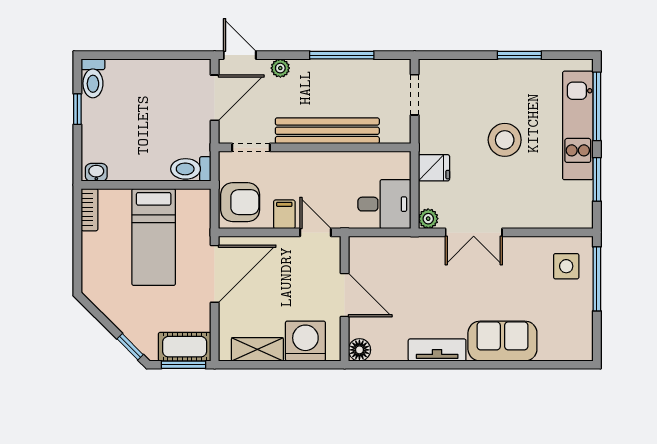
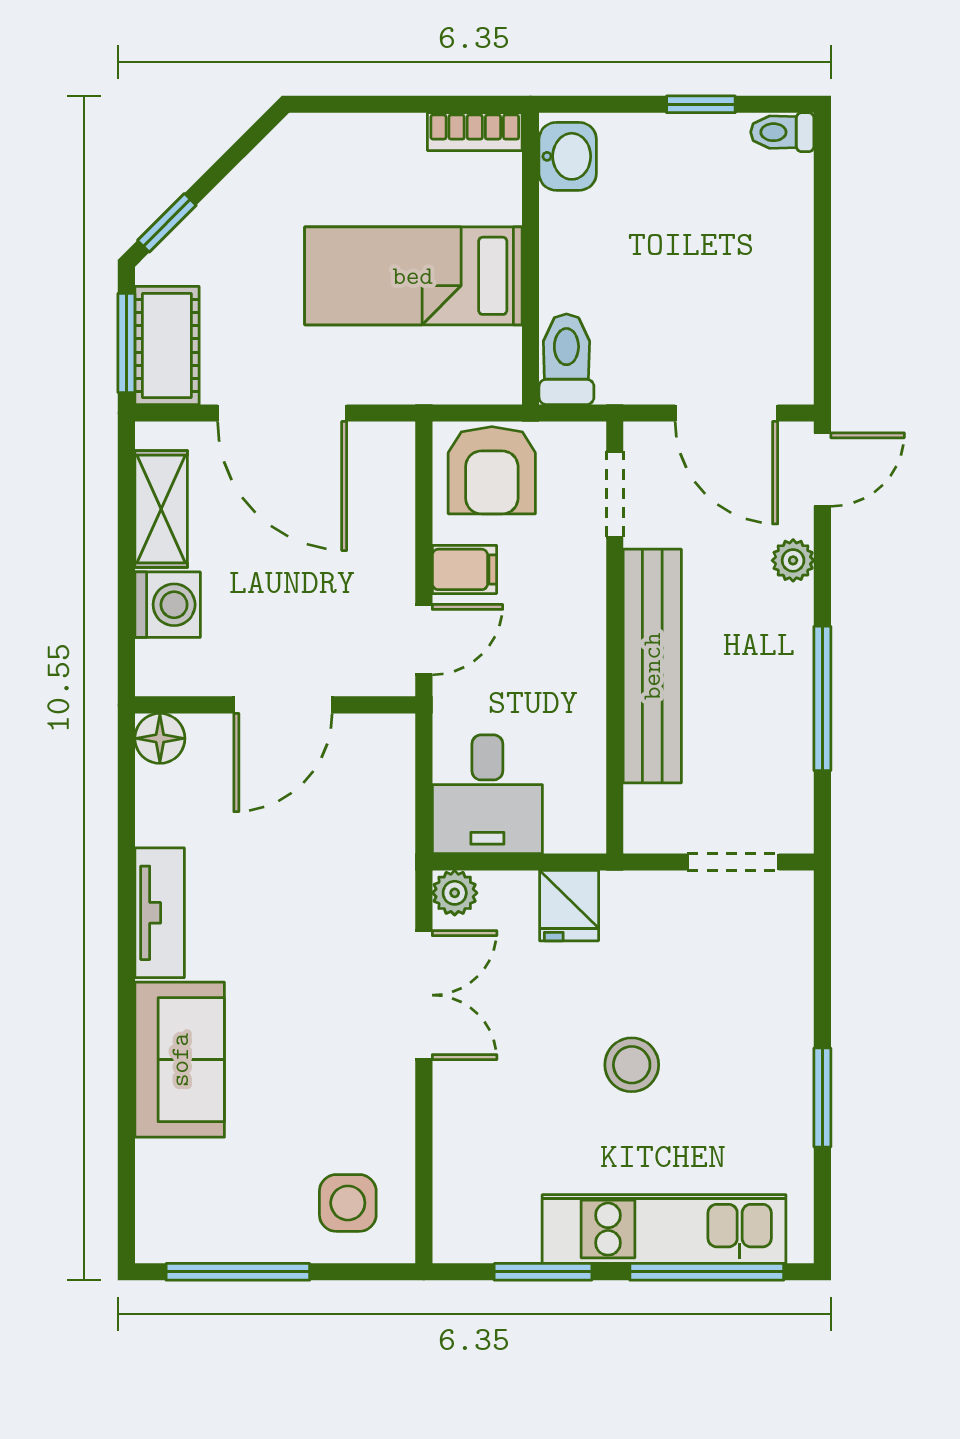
toilet: (93, 78) -> (782, 132), width x0.73, depth x0.72
stool: (505, 140) -> (632, 1065), width x0.73, depth x0.73
washbasin: (96, 172) -> (568, 156), width x1.38, depth x1.45
double door: (474, 232) -> (424, 995), swing flipped
door: (215, 274) -> (282, 413), moved
window: (597, 279) -> (238, 1272), moved
washing machine: (305, 341) -> (168, 605), width x0.73, depth x0.73

